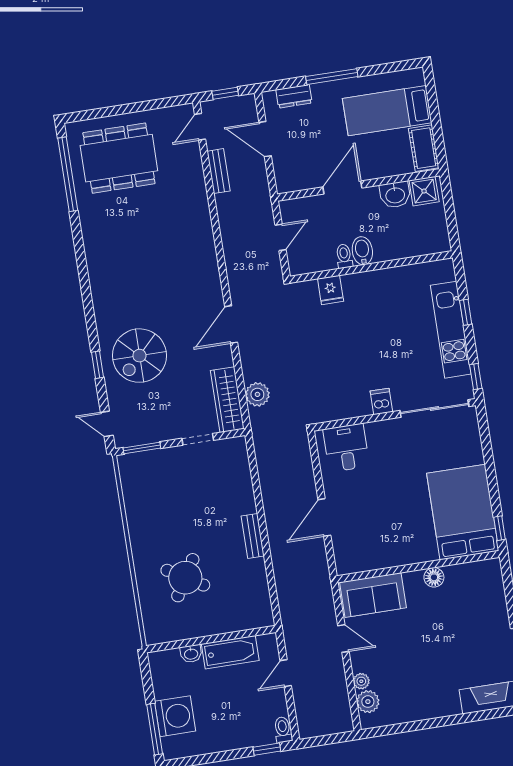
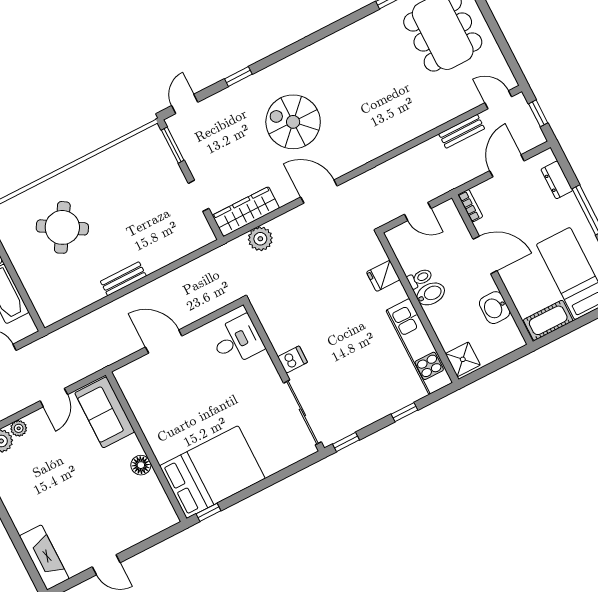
bookcase: (291, 186) -> (470, 206), added
shower: (424, 191) -> (463, 359), moved
kitchen unit: (451, 330) -> (419, 346), moved, turned -90
spiral stairs: (139, 356) -> (293, 122), moved

